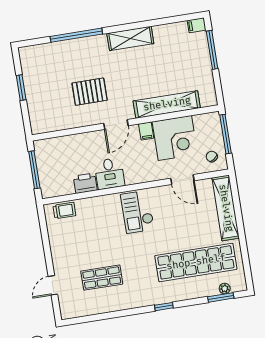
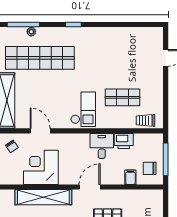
filing cabinet: (146, 131) -> (130, 177), moved
chair: (51, 157) -> (150, 168), added
shop shelf: (102, 278) -> (123, 97), moved
plant: (225, 289) -> (31, 32), moved
window: (221, 297) -> (23, 24), width x1.44

